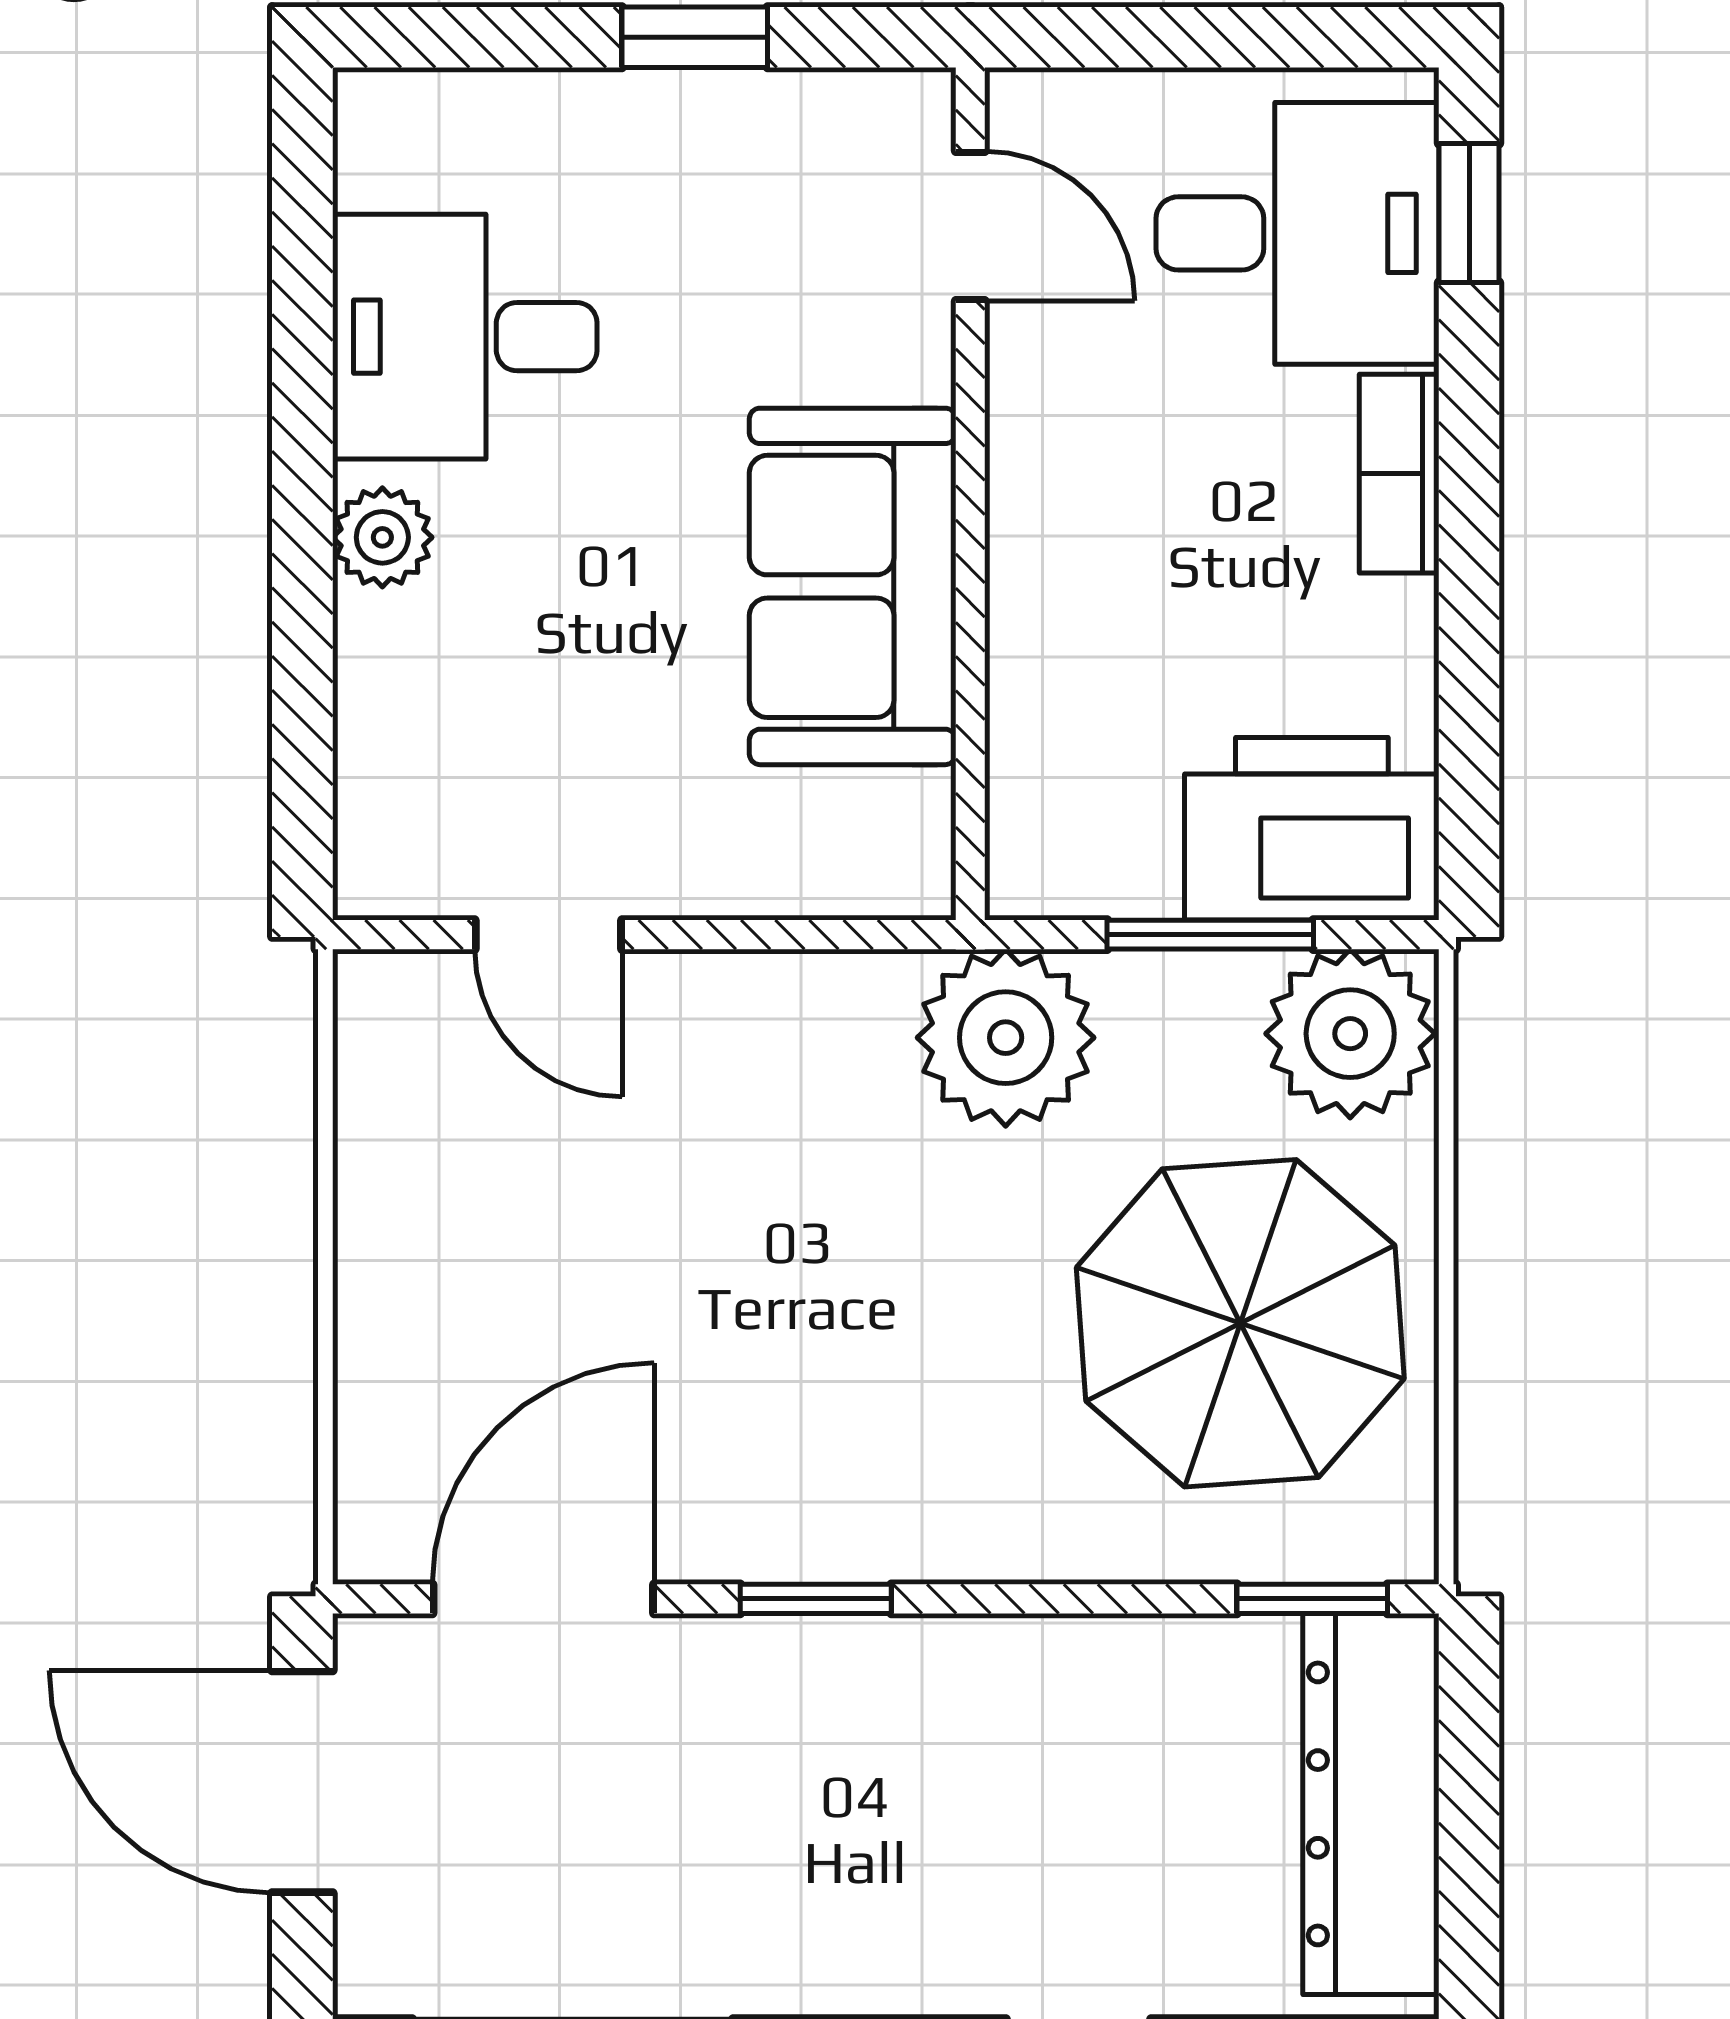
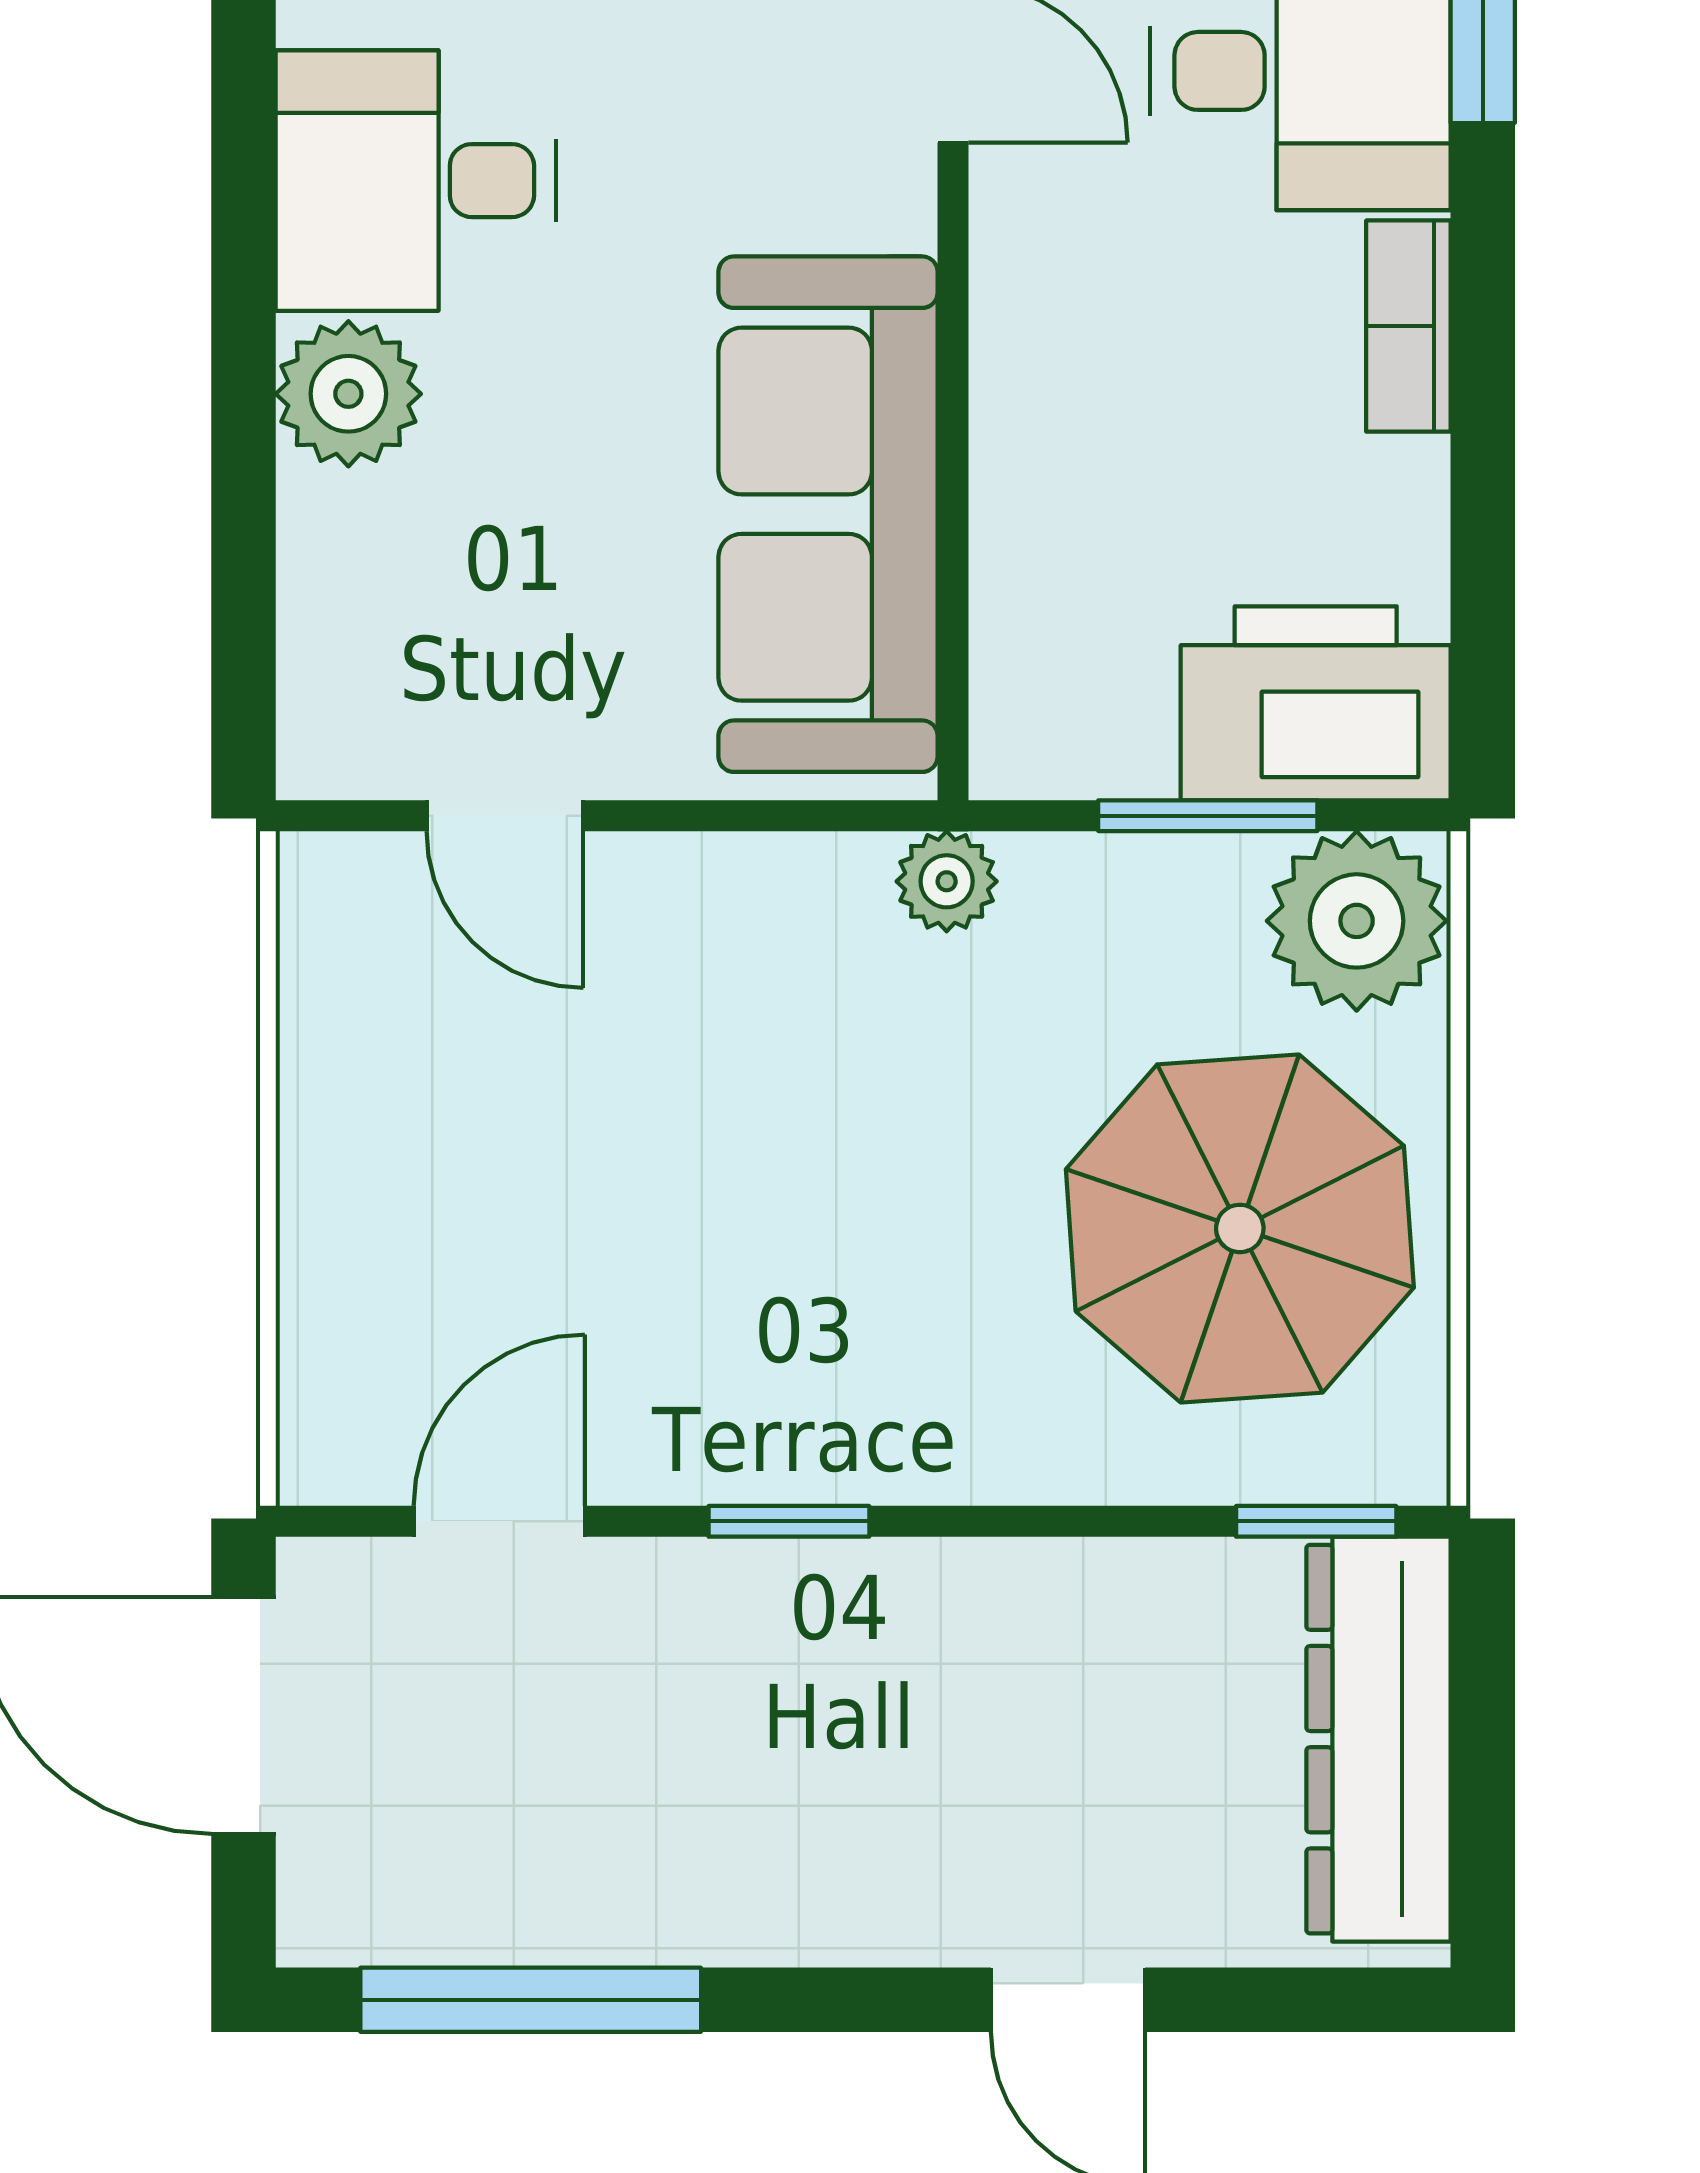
plant: (382, 537) -> (348, 394), width x1.38, depth x1.38
sofa: (853, 586) -> (828, 514), width x1.36
plant: (1006, 1038) -> (947, 881), width x0.53, depth x0.53
door: (543, 1599) -> (499, 1521), width x0.73

